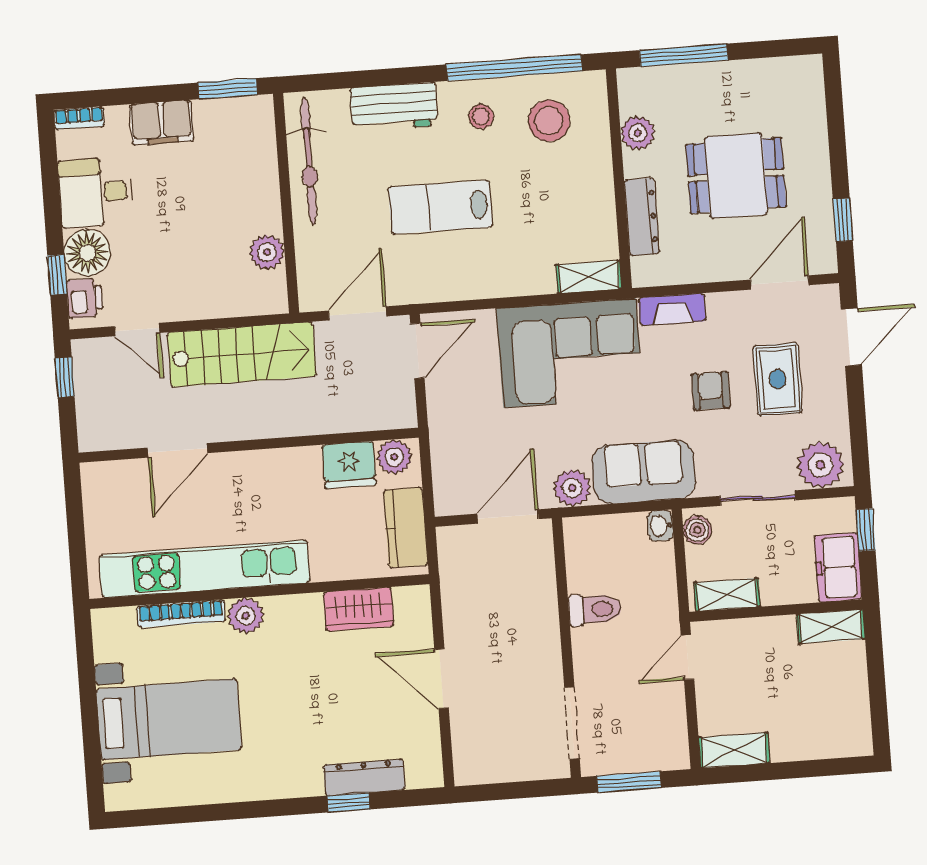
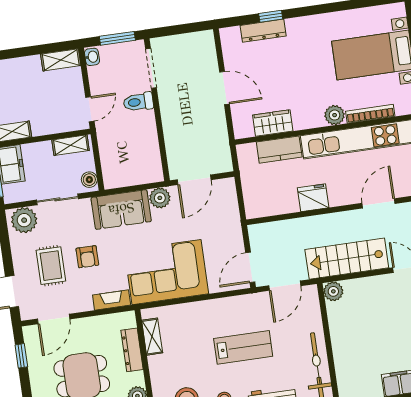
plant: (267, 252) -> (333, 291), moved
shelving: (589, 277) -> (152, 337), moved, turned 90
plant: (394, 457) -> (259, 208), removed
fridge: (349, 465) -> (313, 198), moved
washbasin: (660, 526) -> (92, 57), moved
kitchen counter: (406, 528) -> (279, 150), moved, turned 90
toilet: (595, 609) -> (138, 102), moved

